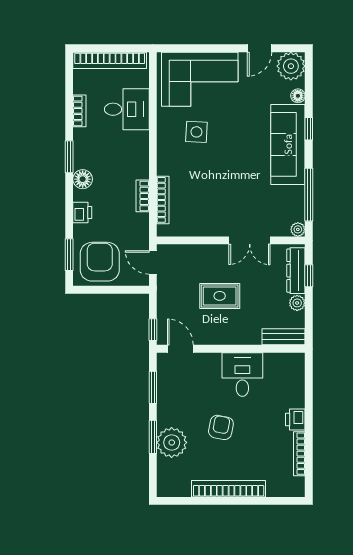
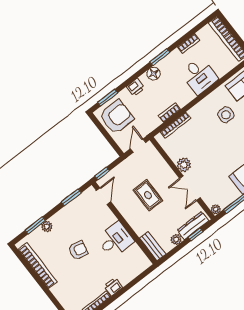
desk: (127, 109) -> (199, 76), moved
plant: (217, 226) -> (184, 165), added
window: (153, 437) -> (35, 225), moved
plant: (172, 442) -> (47, 227), width x0.53, depth x0.53
bookcase: (229, 489) -> (38, 266), moved

